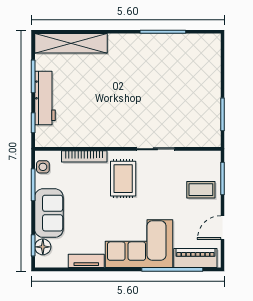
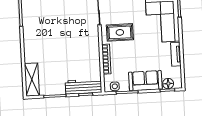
shelving: (71, 43) -> (32, 80), width x0.68
workbench: (45, 98) -> (84, 87), moved

